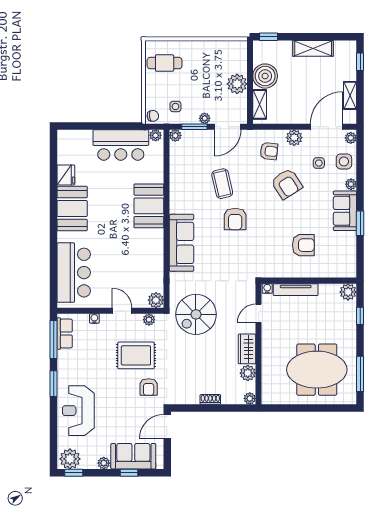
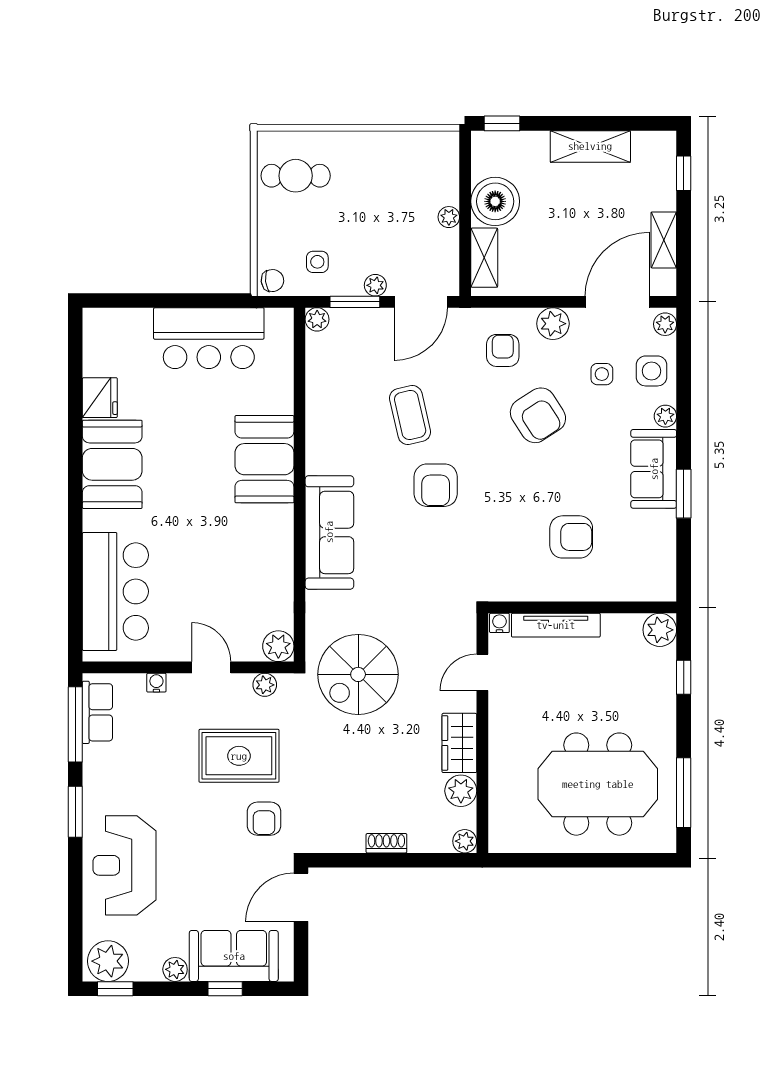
plant: (237, 84) -> (449, 217), width x0.53, depth x0.53
plant: (156, 135) -> (278, 319), removed
armchair: (269, 151) -> (503, 350), turned -96

